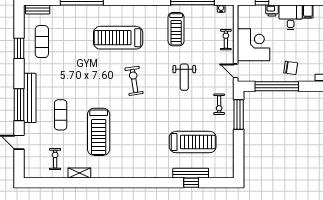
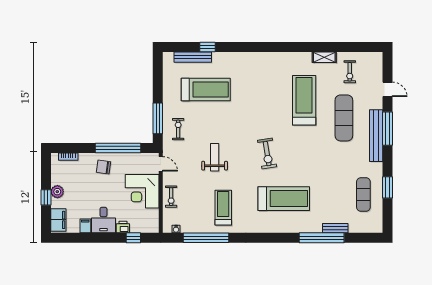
bench: (38, 9) -> (335, 228), moved
exercise mat: (61, 115) -> (344, 118), width x1.36, depth x1.45
treadmill: (193, 142) -> (206, 90), turned 180
bench: (191, 173) -> (193, 57), moved

